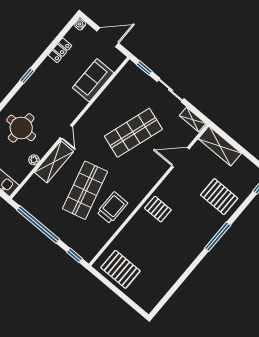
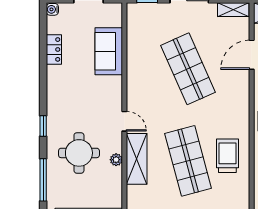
window: (27, 76) -> (43, 126), moved
shop shelf: (133, 133) -> (188, 69), turned -42
plant: (34, 160) -> (116, 160), moved

